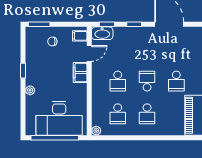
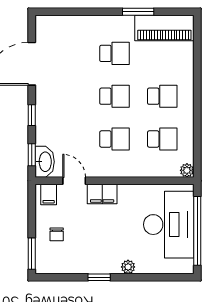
school desk: (147, 81) -> (115, 96), turned 180

